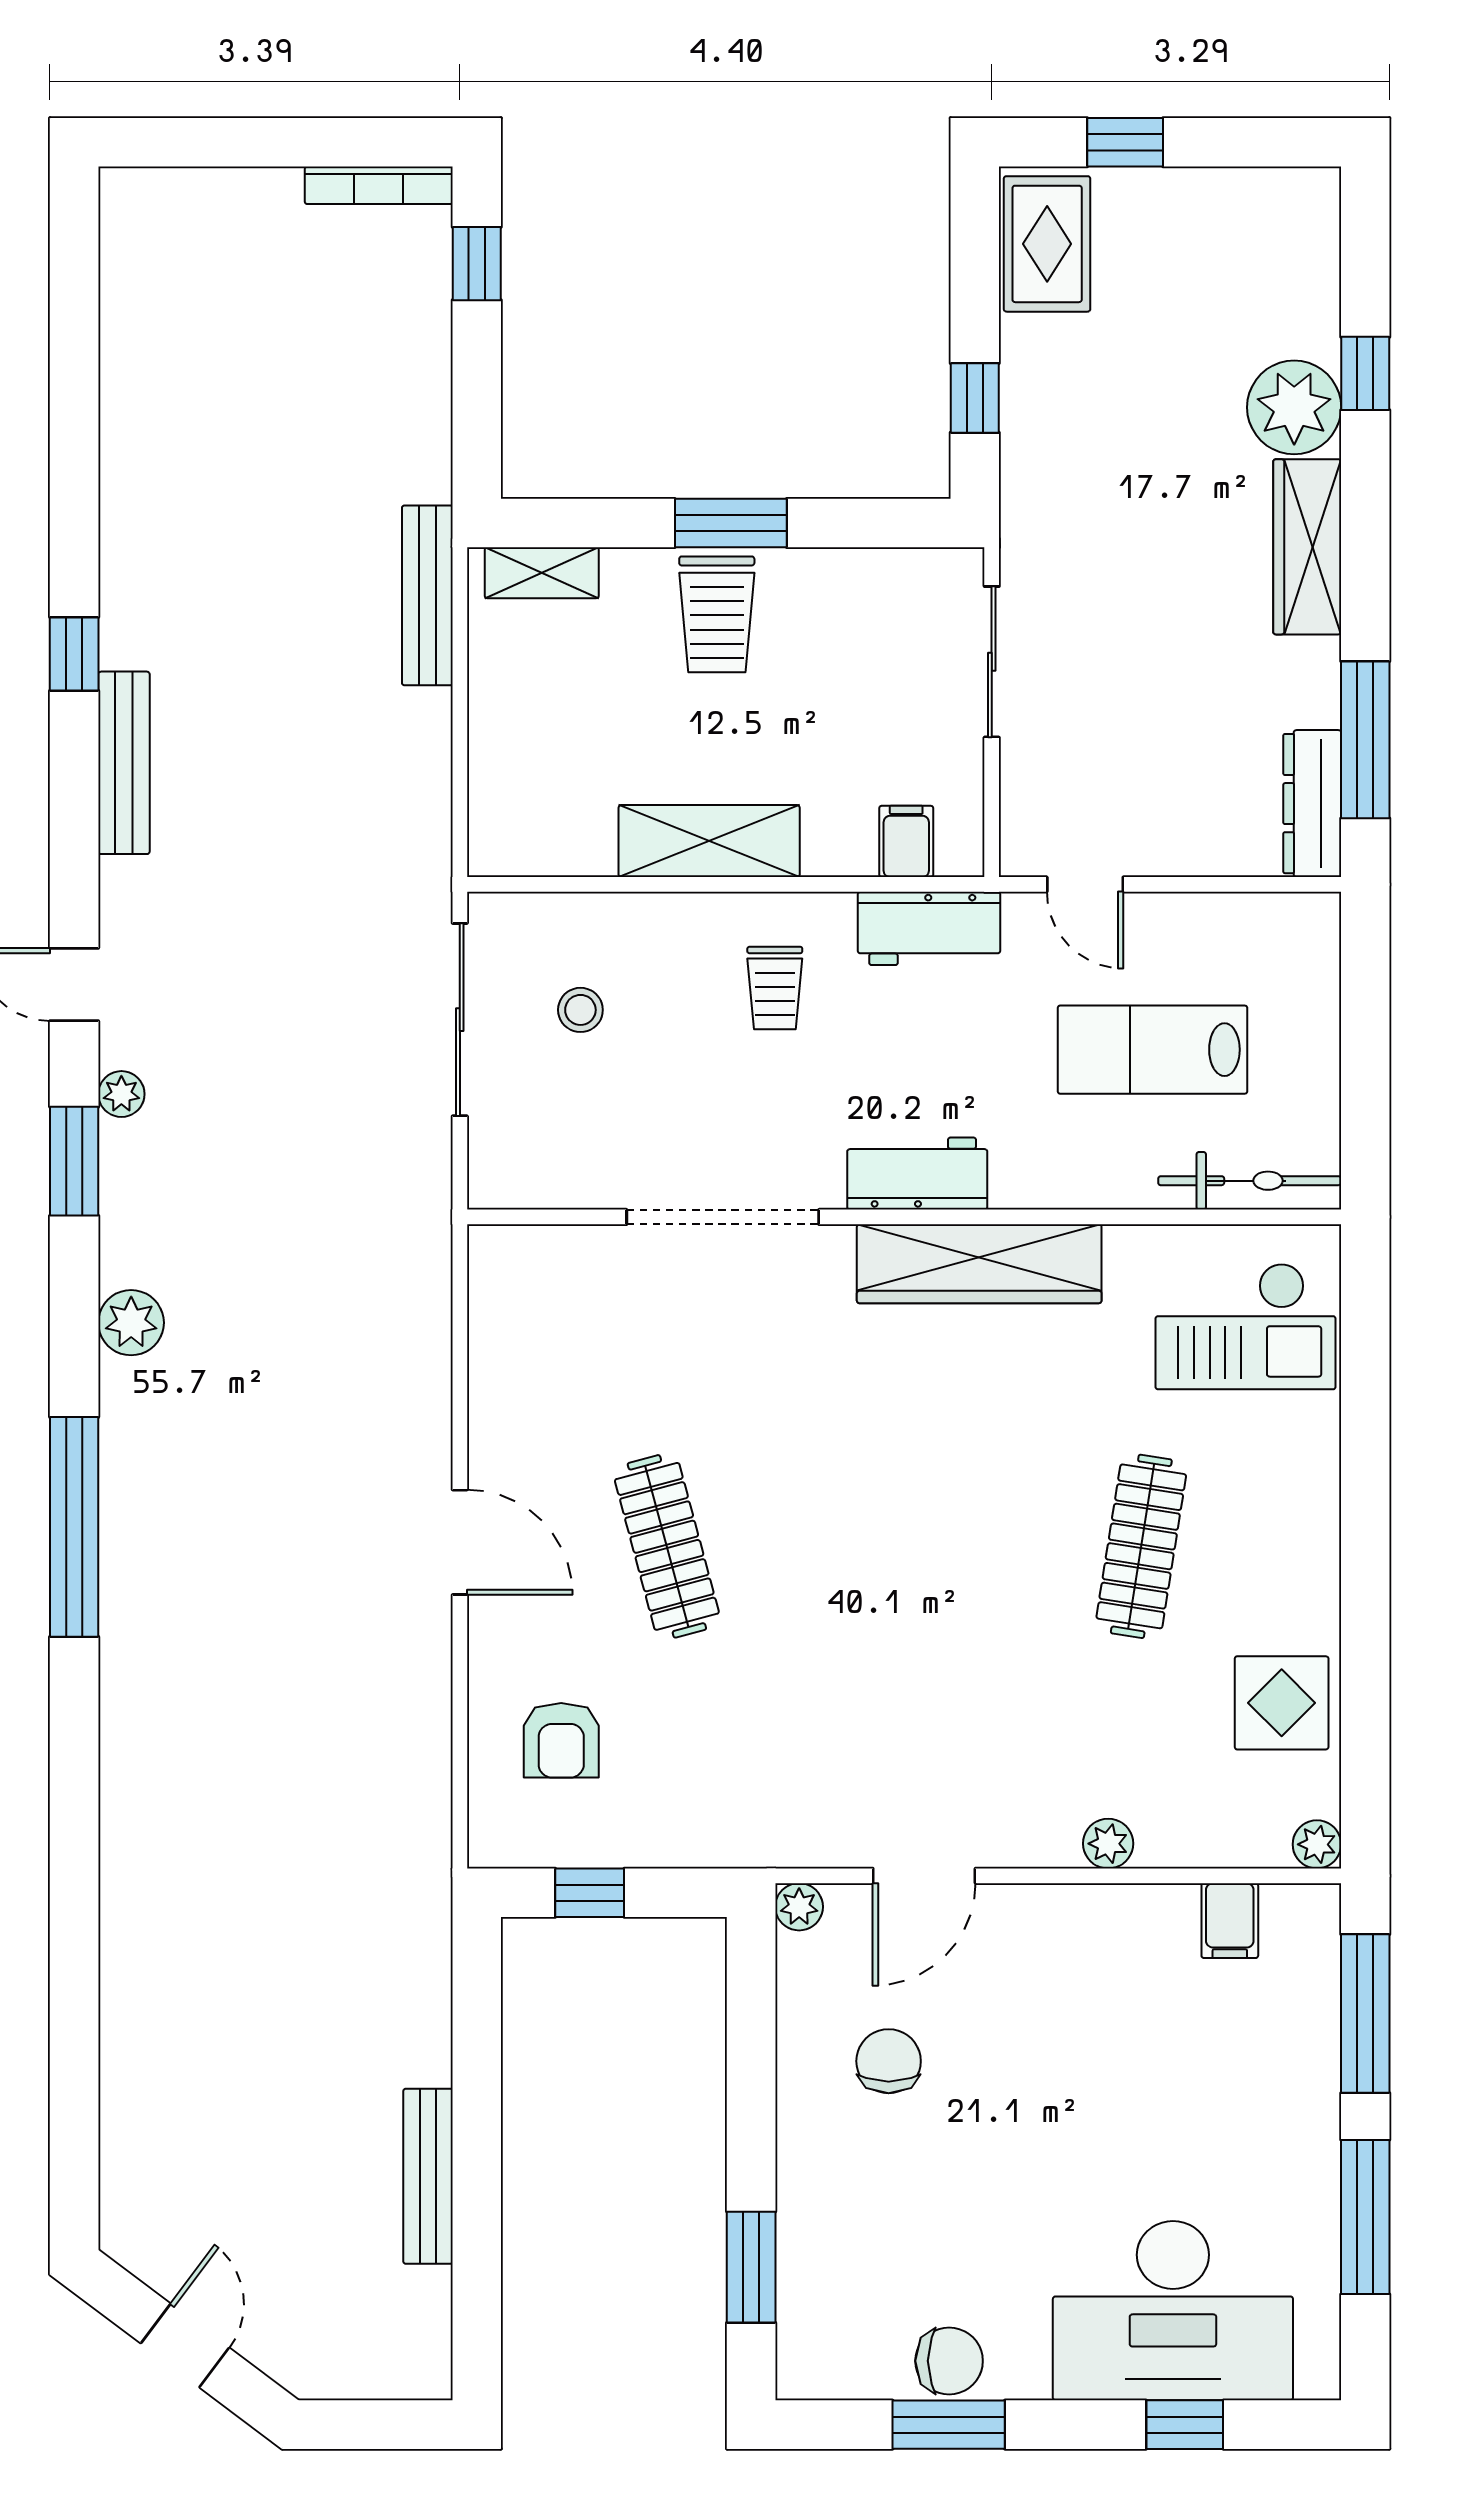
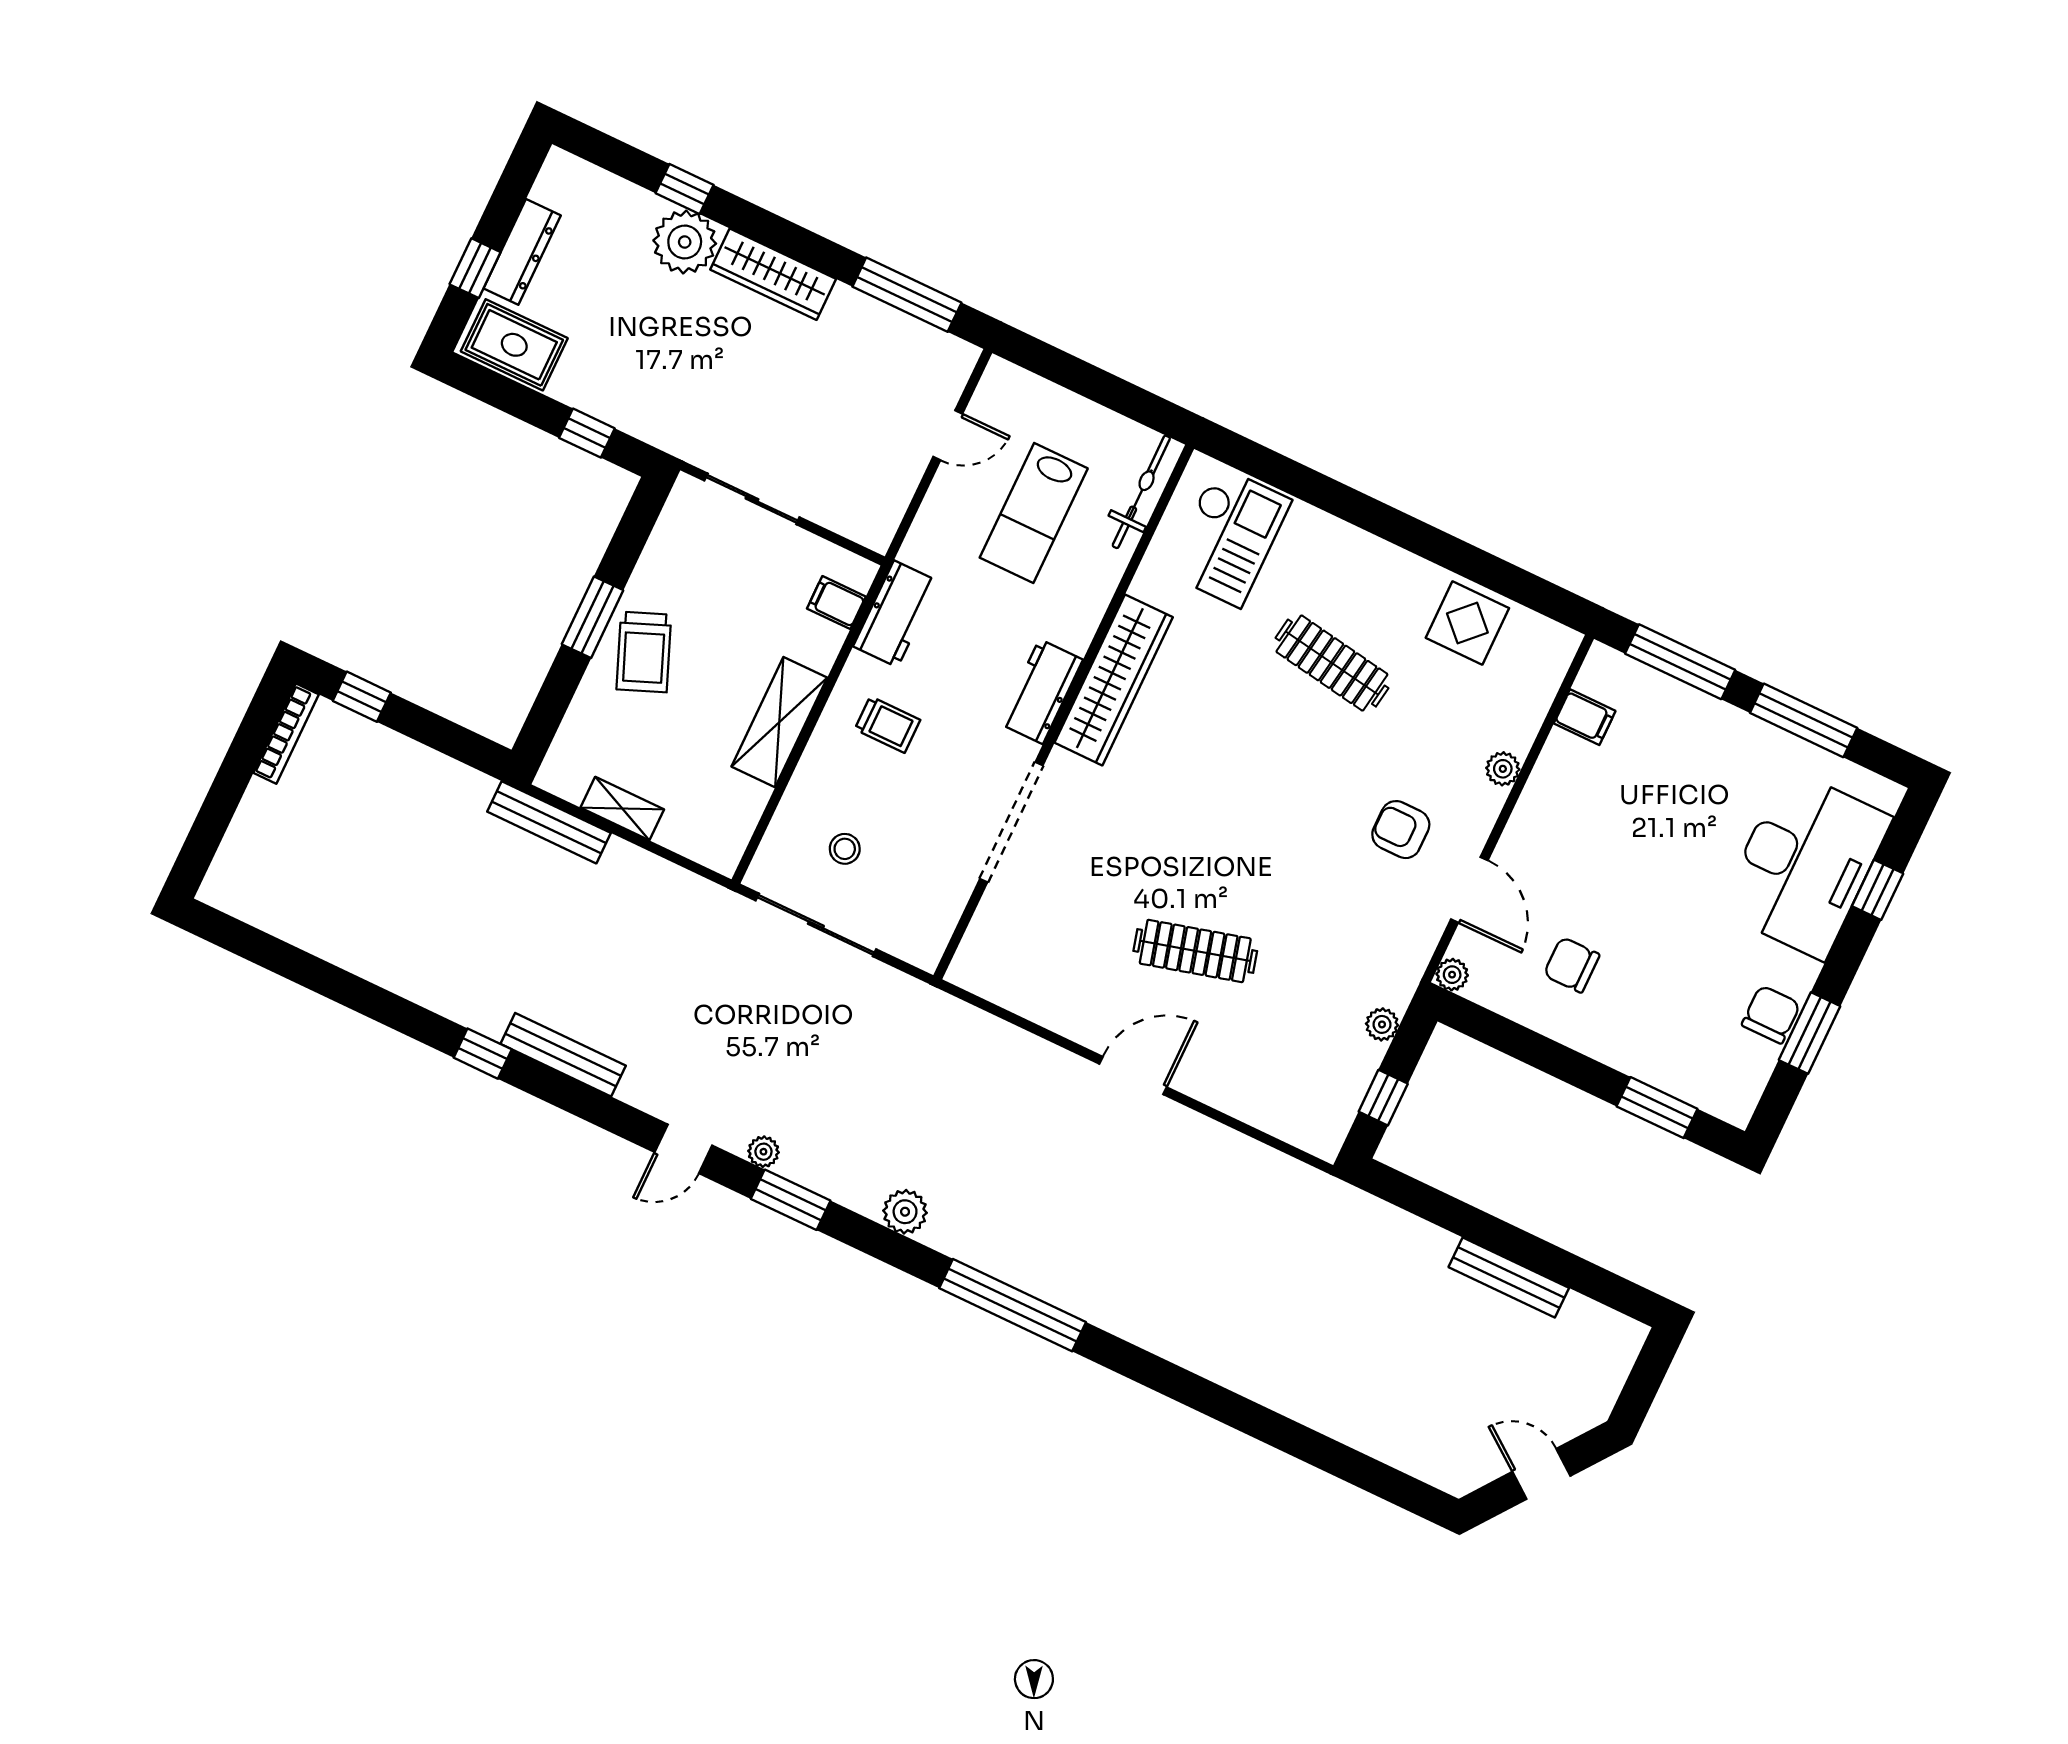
shelving: (542, 573) -> (622, 809), moved, turned 90
trolley: (717, 614) -> (644, 652), turned 68
dresser: (1312, 804) -> (522, 252), moved, turned -90
door: (1085, 884) -> (948, 435), moved
armchair: (561, 1740) -> (1401, 830), moved, turned 180
plant: (1317, 1844) -> (1382, 1024), moved

